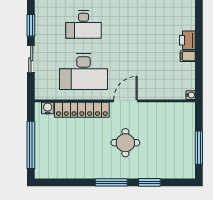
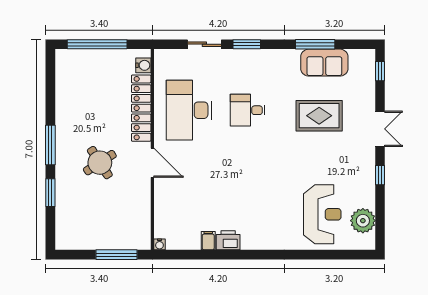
desk: (84, 25) -> (248, 110), width x0.73
round table: (125, 143) -> (100, 163), turned -33
window: (199, 148) -> (117, 255), moved

